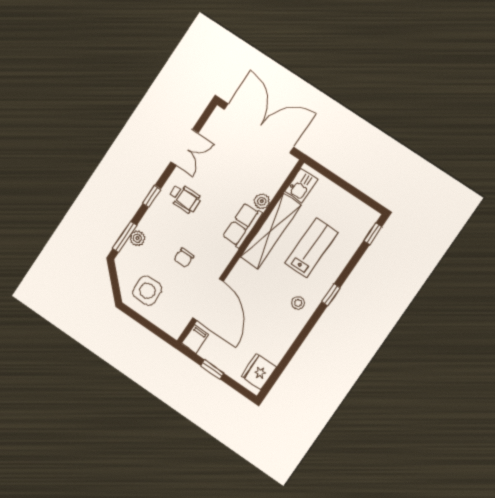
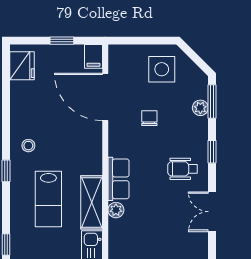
shelving: (271, 231) -> (92, 202), width x0.68

